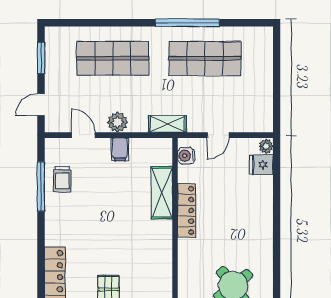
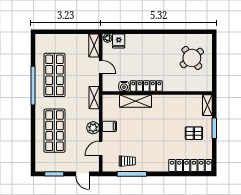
shelving: (254, 124) -> (94, 45), added
water cooler: (186, 156) -> (124, 86), moved

